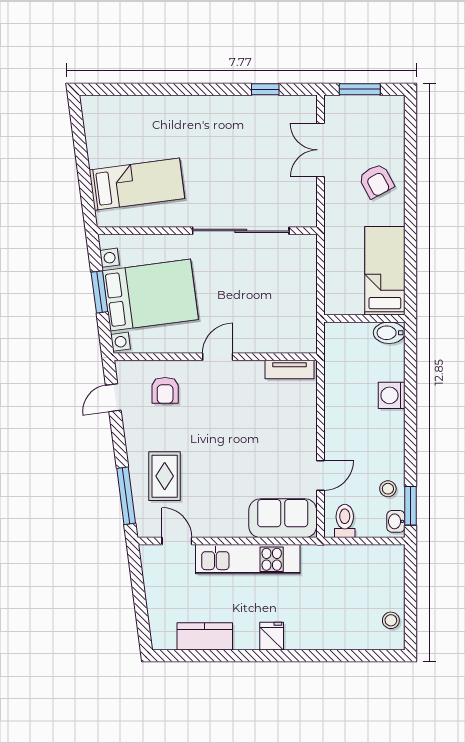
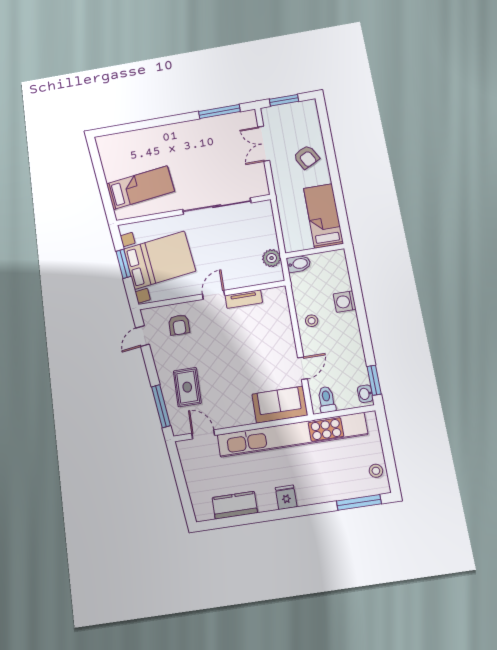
window: (265, 89) -> (219, 112), width x2.17
plant: (304, 319) -> (272, 258), added
bidet: (389, 333) -> (299, 264), moved, turned 180
tv unit: (290, 369) -> (244, 299), moved
stool: (388, 489) -> (312, 321), moved
kitchen unit: (248, 559) -> (292, 435), width x1.86
window: (362, 656) -> (359, 502), added

